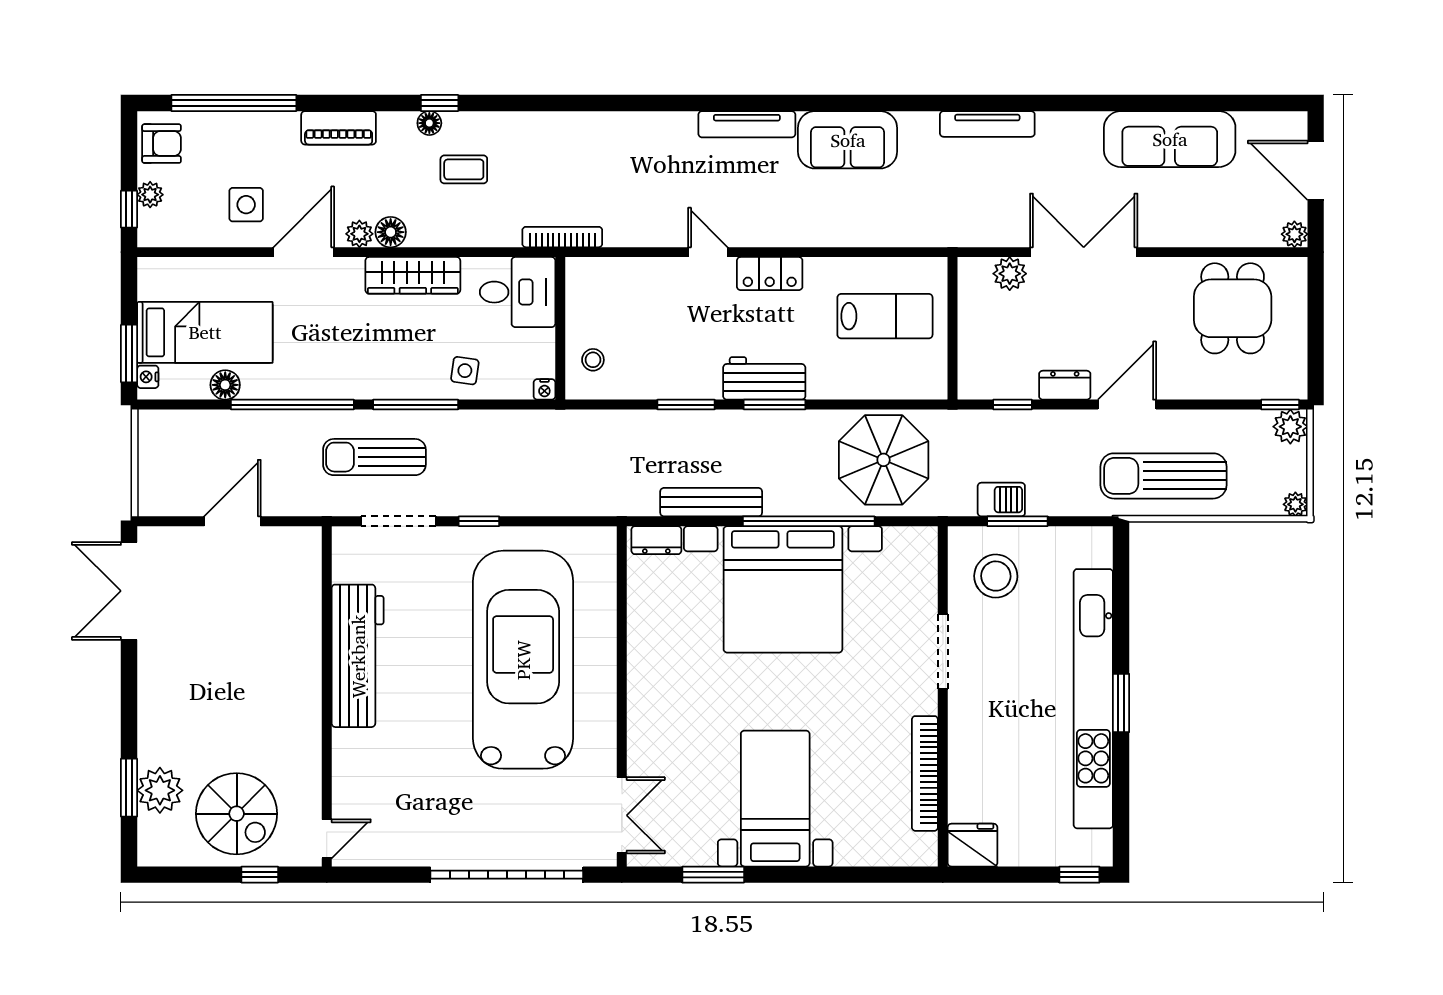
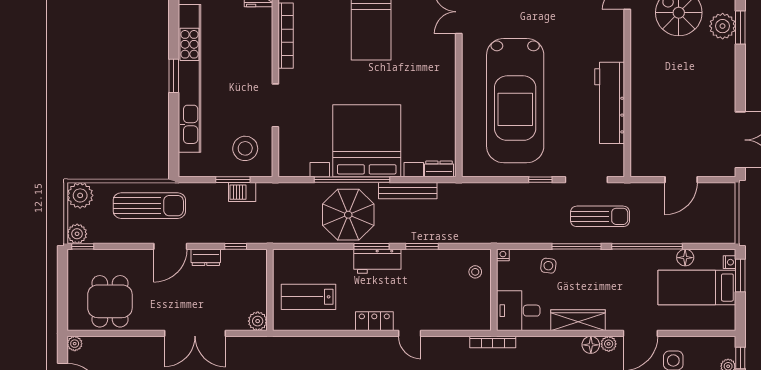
plant: (1010, 274) -> (258, 321), moved
parasol: (884, 460) -> (348, 215), moved
plant: (1295, 504) -> (80, 195), width x1.88, depth x1.88

